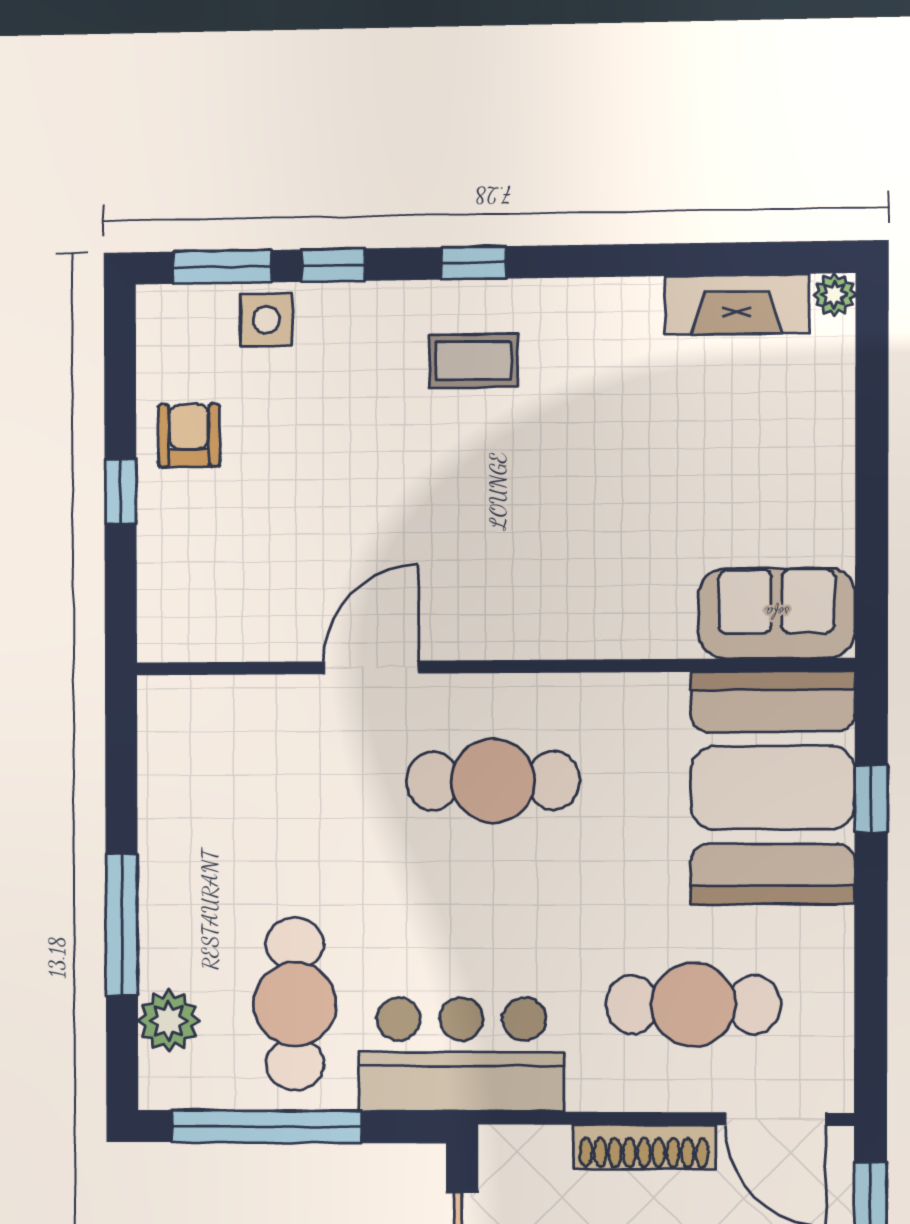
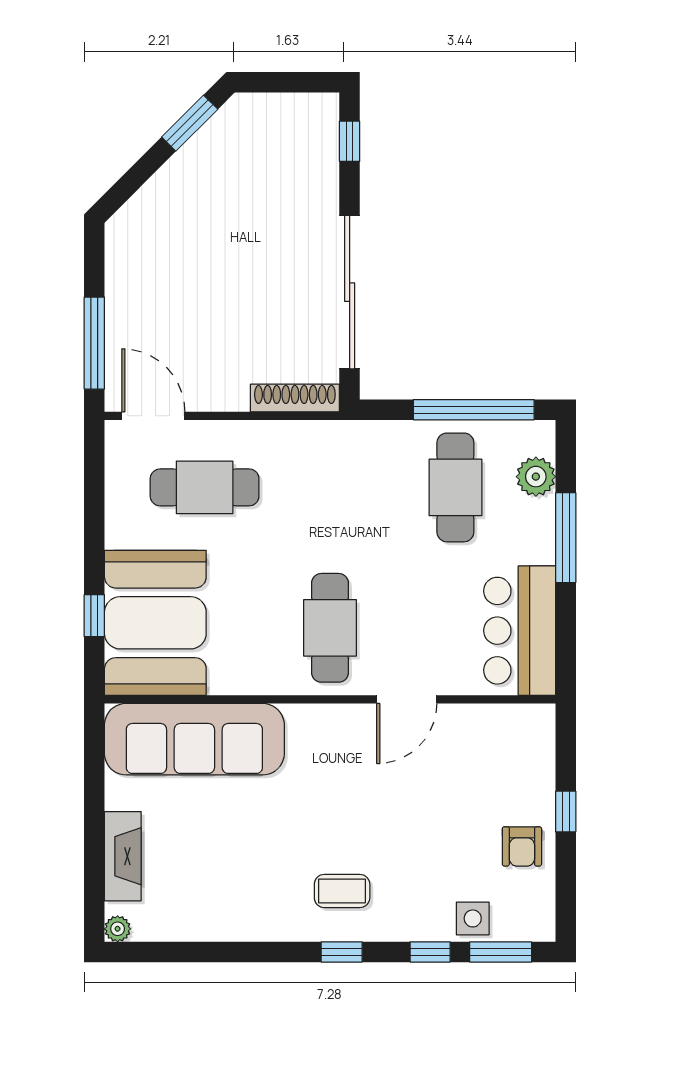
fireplace: (737, 305) -> (123, 856), moved, turned 90
sofa: (777, 613) -> (194, 739), width x1.85, depth x1.27
cafe table: (493, 781) -> (330, 628), turned 90
bar counter: (461, 1054) -> (520, 631), moved, turned 90
shoe rack: (644, 1147) -> (295, 398), moved

